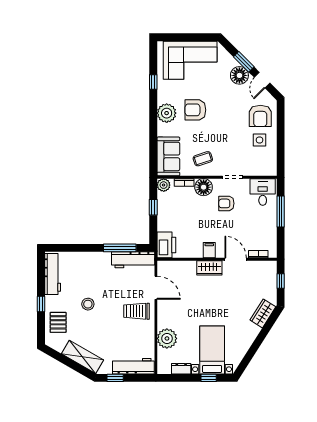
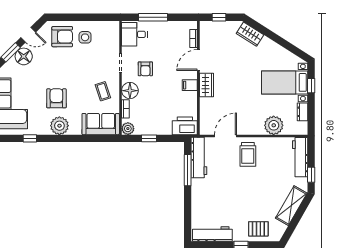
armchair: (195, 110) -> (56, 98), turned 180
stool: (88, 304) -> (241, 200), removed

